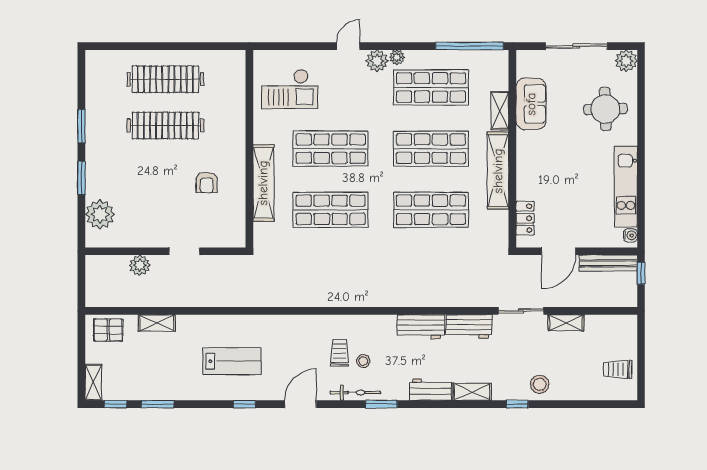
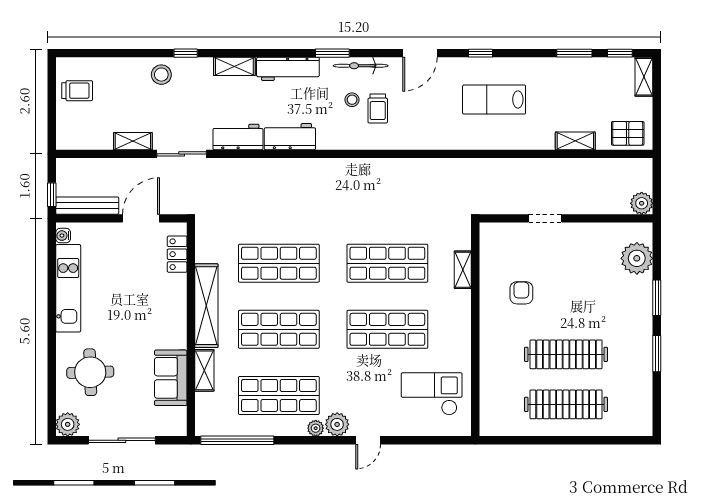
shelving: (263, 183) -> (463, 270), width x0.45, depth x0.75
plant: (140, 265) -> (642, 203), moved
workbench: (430, 390) -> (288, 69), width x1.38

